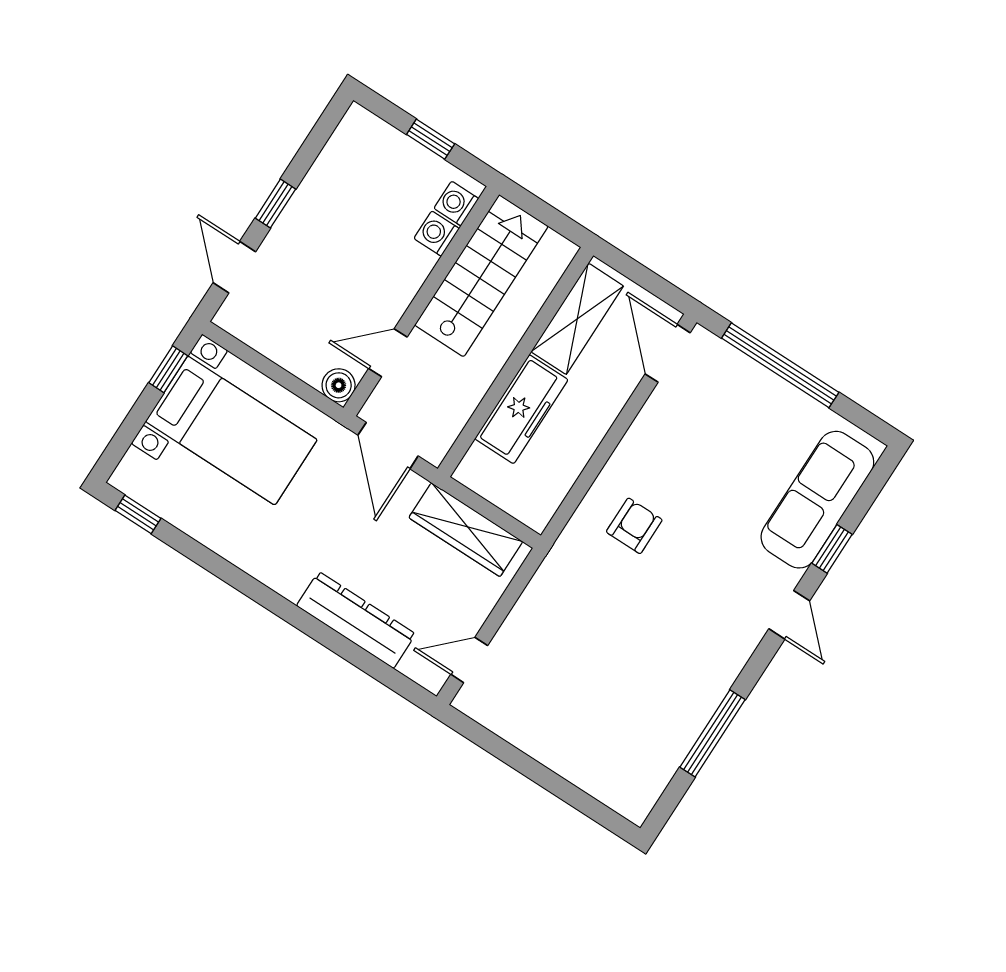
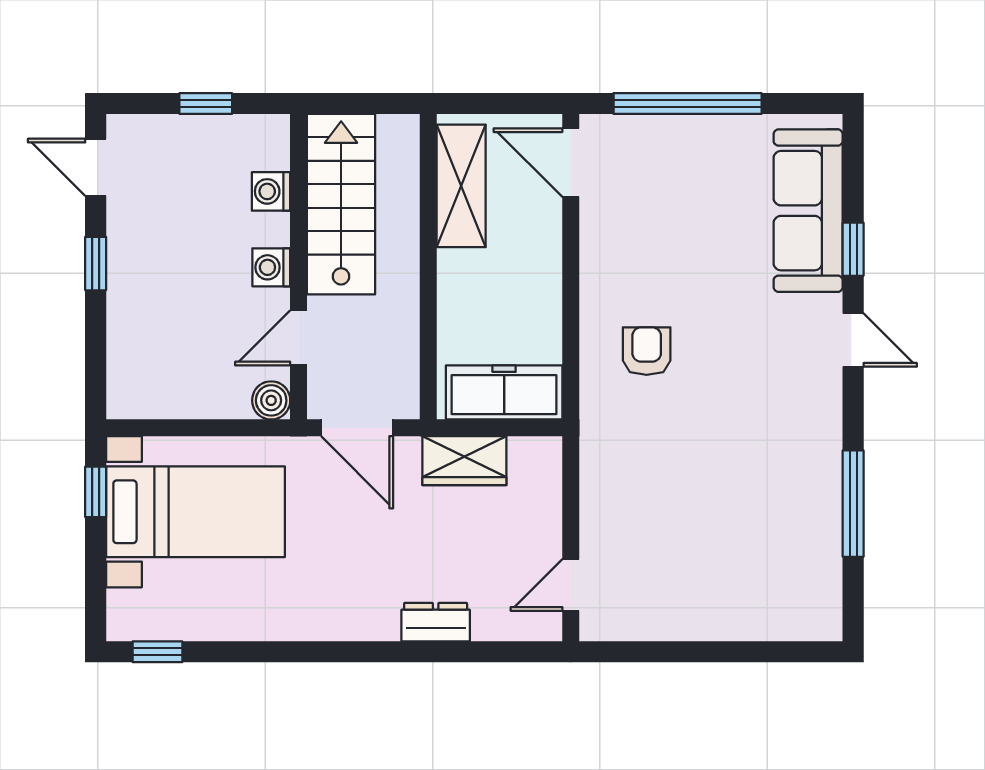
washing machine: (456, 204) -> (271, 267), moved
door: (234, 267) -> (96, 167), moved
freezer: (521, 409) -> (504, 392), moved, turned -90
wardrobe: (466, 530) -> (464, 461), width x0.67
dresser: (356, 620) -> (436, 622), width x0.51, depth x0.80

